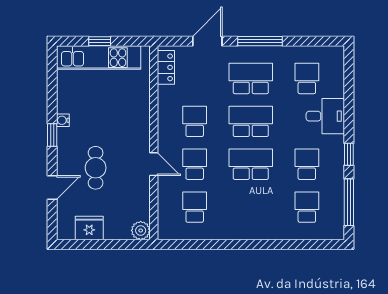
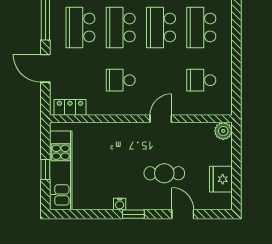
school desk: (195, 164) -> (201, 27), moved, width x1.85

